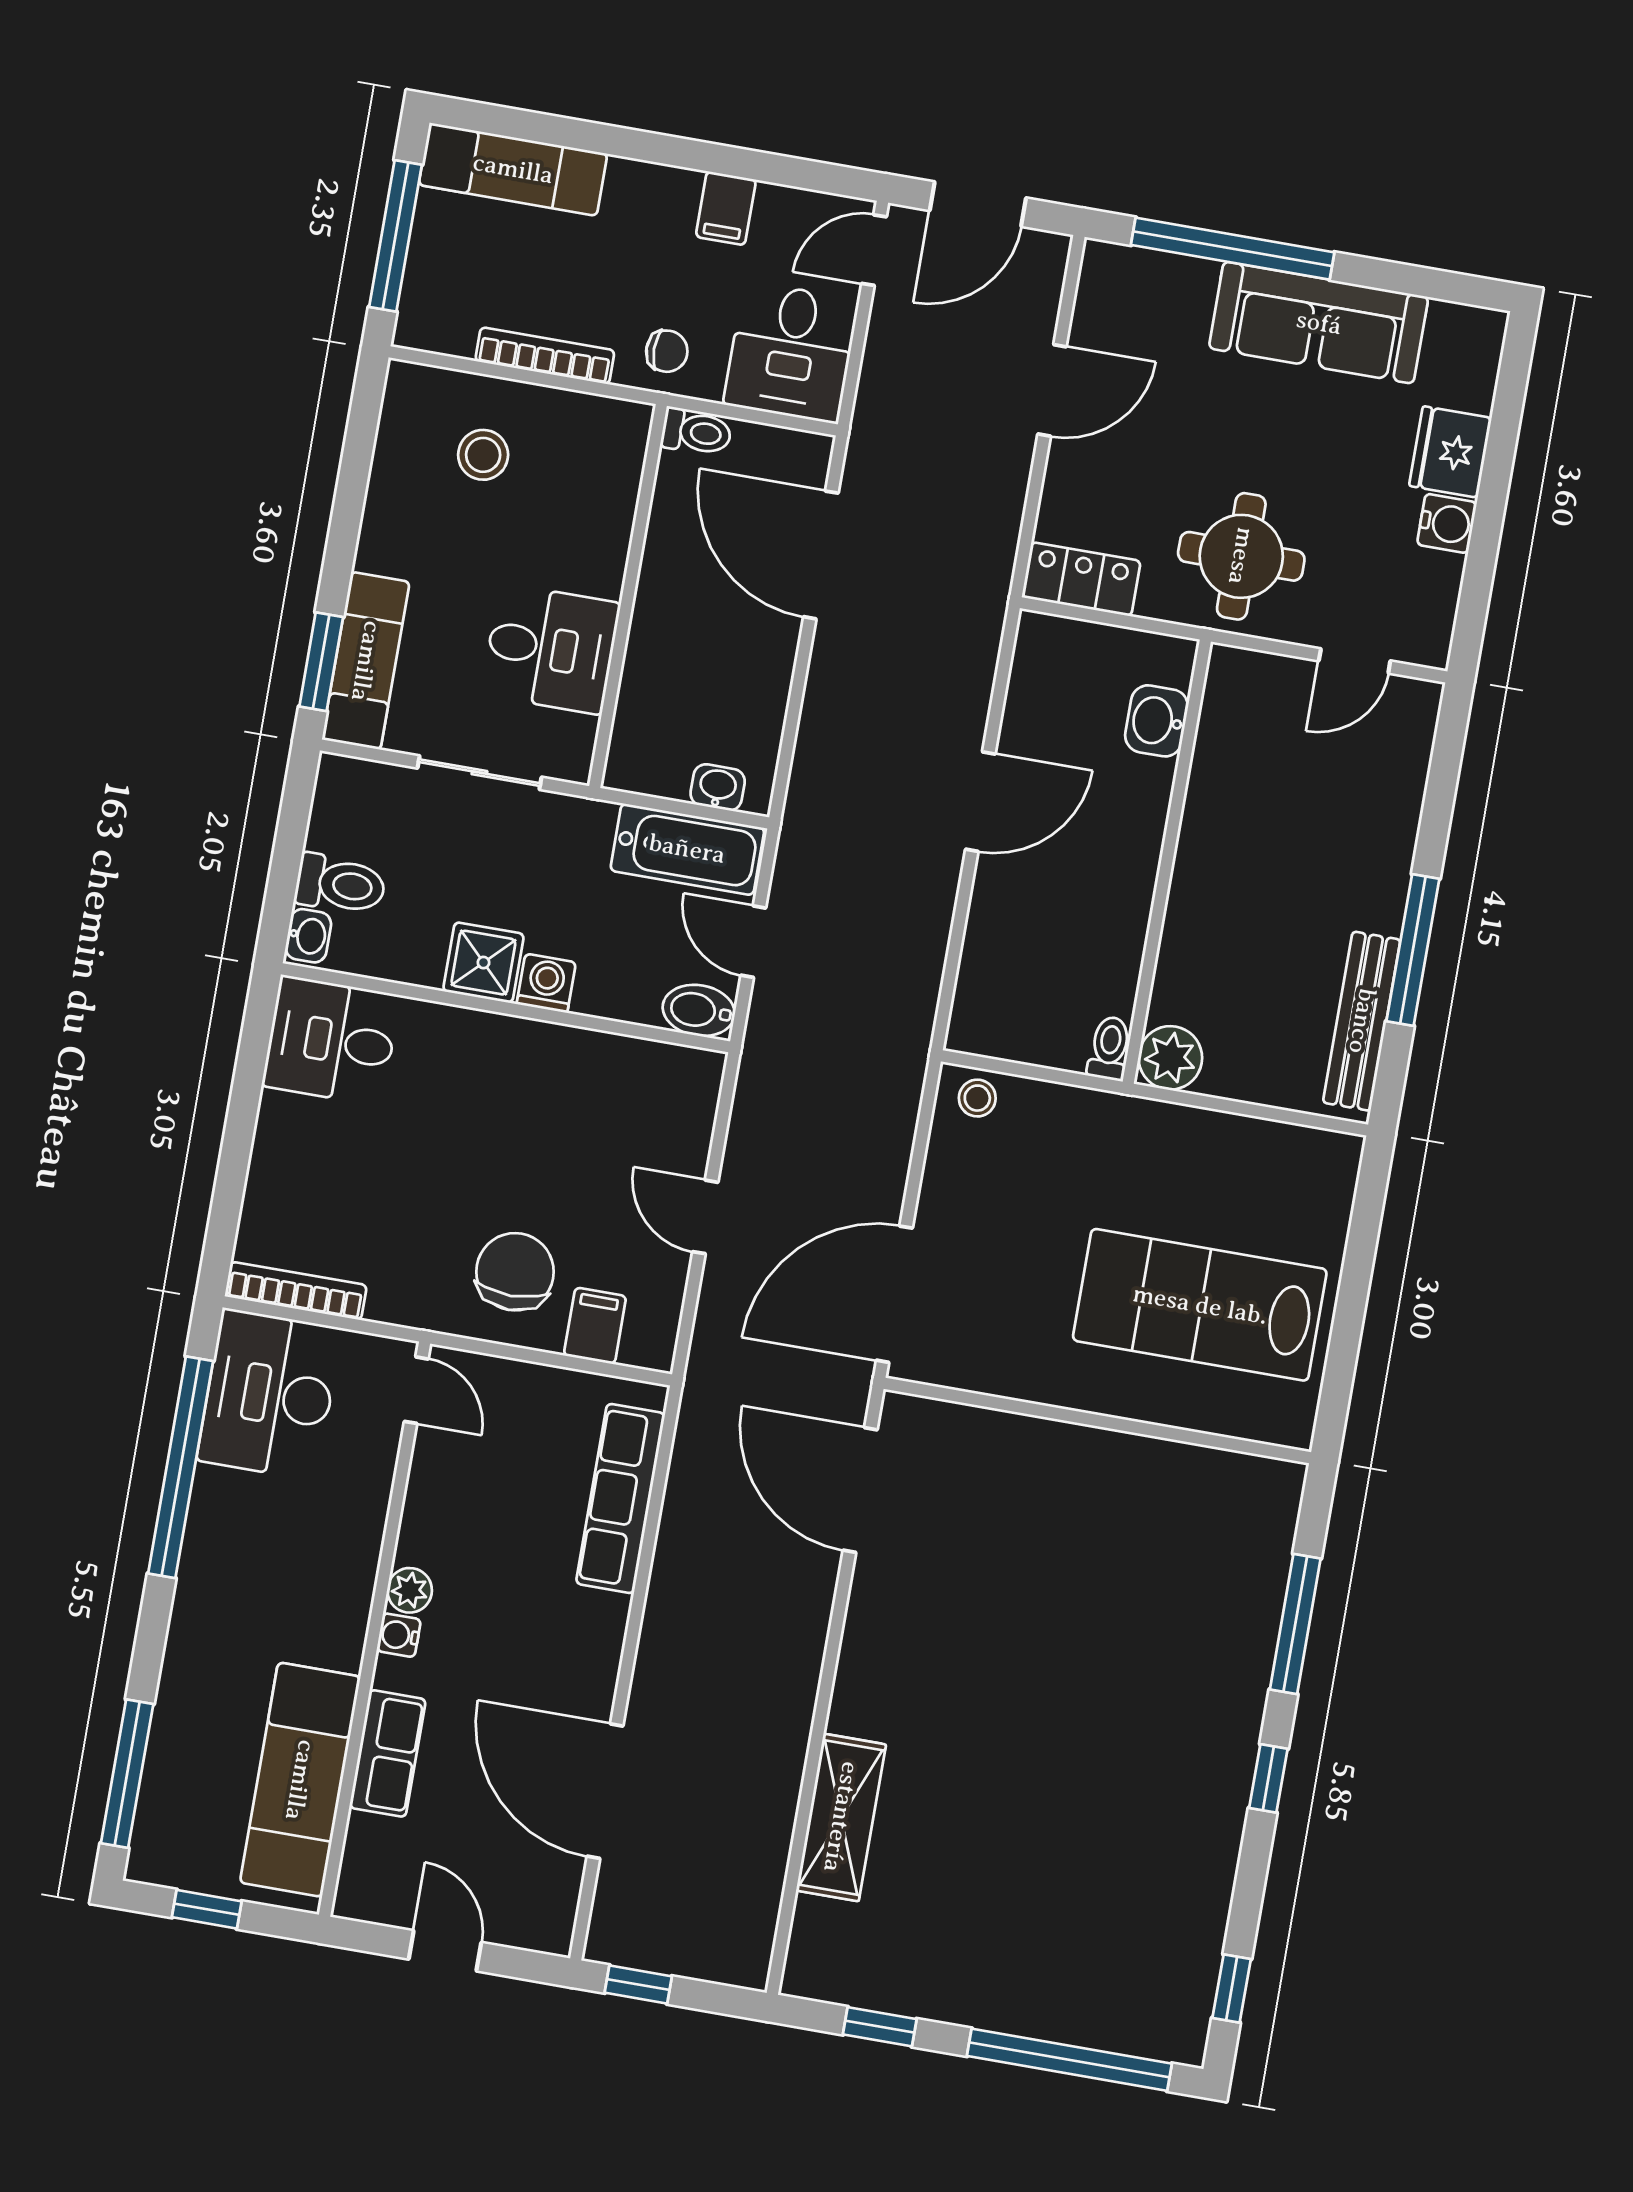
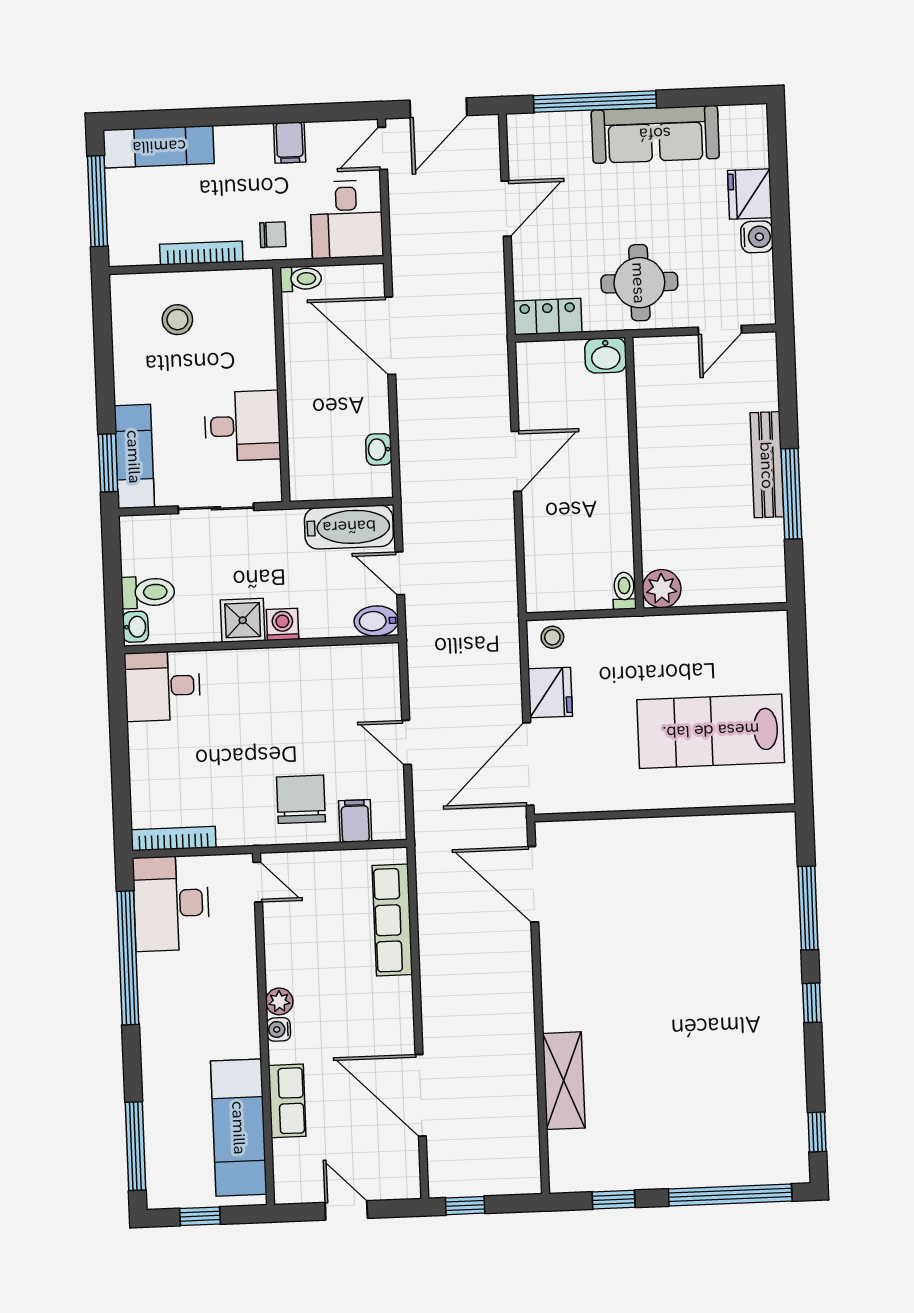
washbasin: (1157, 721) -> (606, 355), moved, turned -90
washbasin: (718, 787) -> (379, 449), moved, turned -90
bench: (1362, 1021) -> (767, 465), moved
fridge: (954, 1186) -> (550, 693), added

